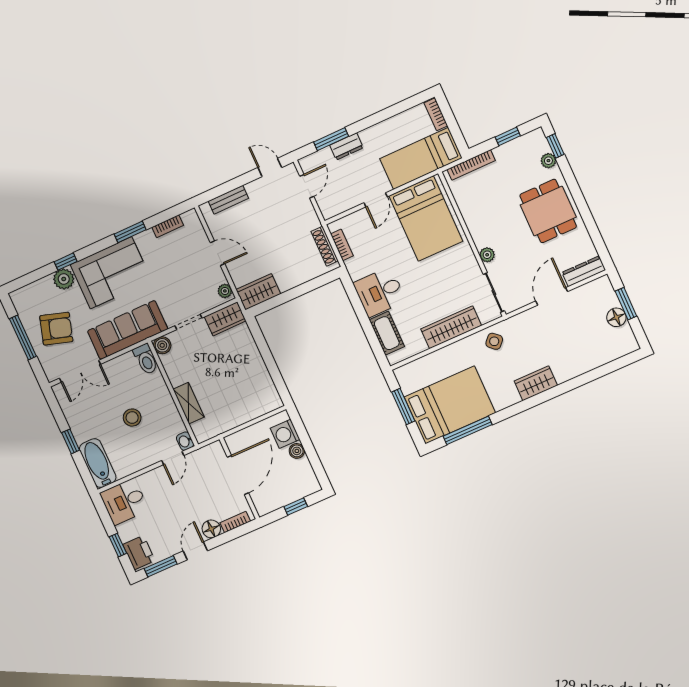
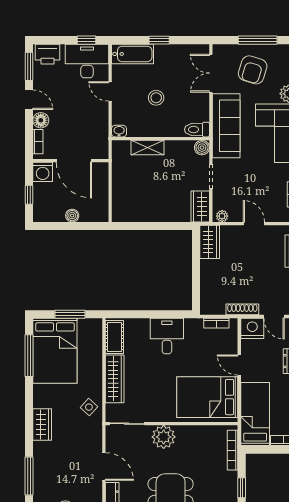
nightstand: (330, 204) -> (252, 328), added
shoe rack: (325, 246) -> (242, 309), moved
door: (217, 253) -> (254, 224), swing flipped
plant: (487, 255) -> (164, 437), width x1.88, depth x1.88
cot: (387, 333) -> (114, 337), moved, turned 90
window: (598, 373) -> (29, 476), added
washing machine: (285, 434) -> (43, 172), moved, turned 180
door: (173, 458) -> (110, 91), moved
desk: (124, 502) -> (87, 61), width x1.37
window: (118, 545) -> (87, 40), moved

